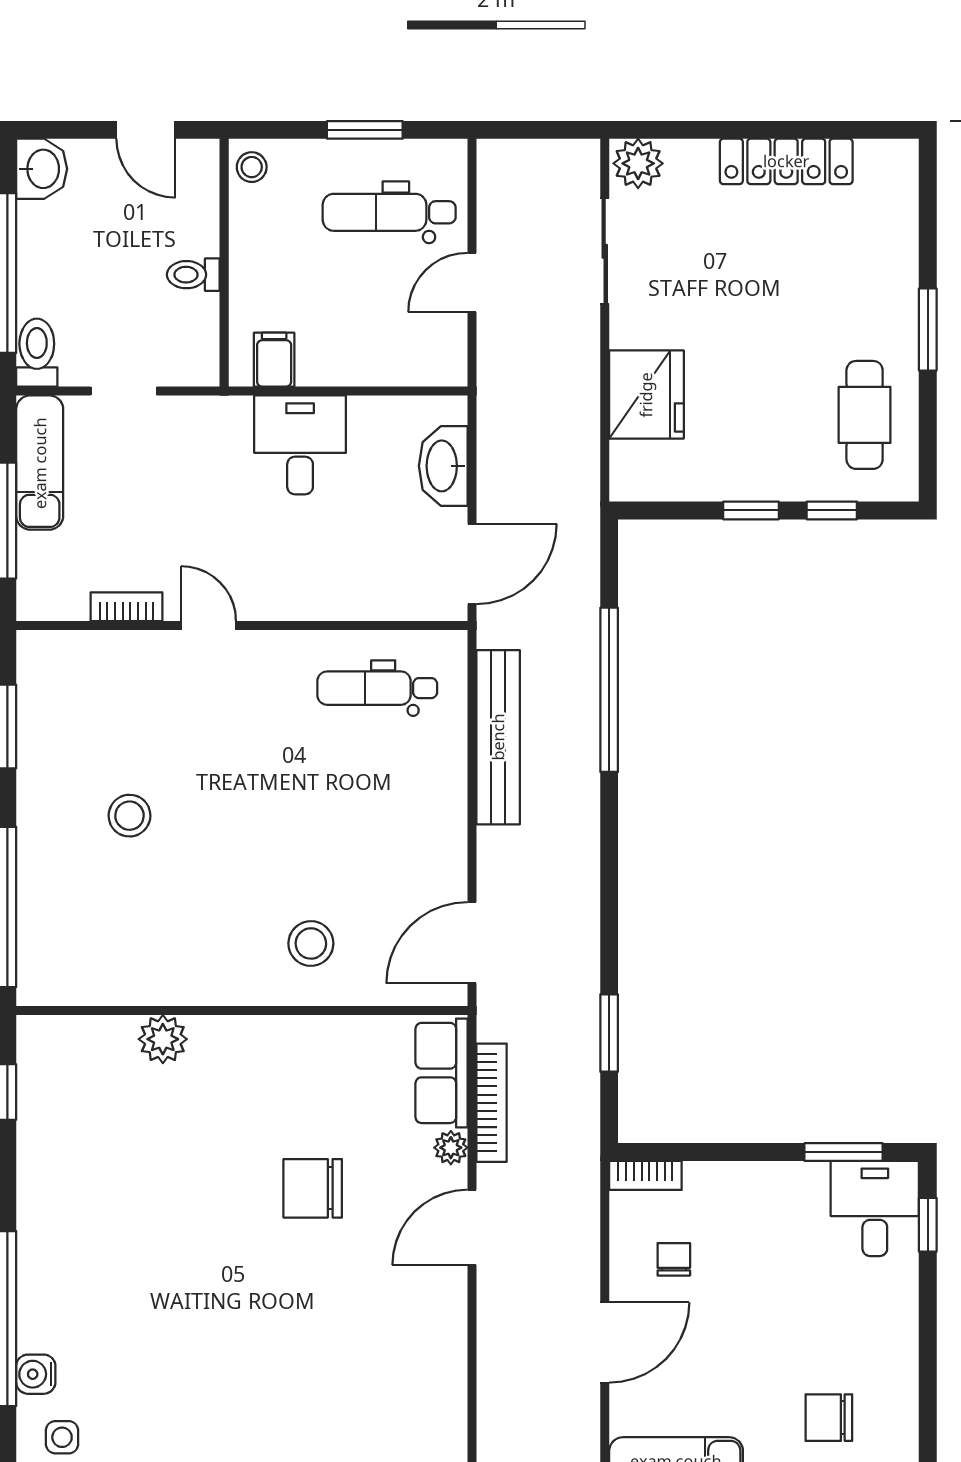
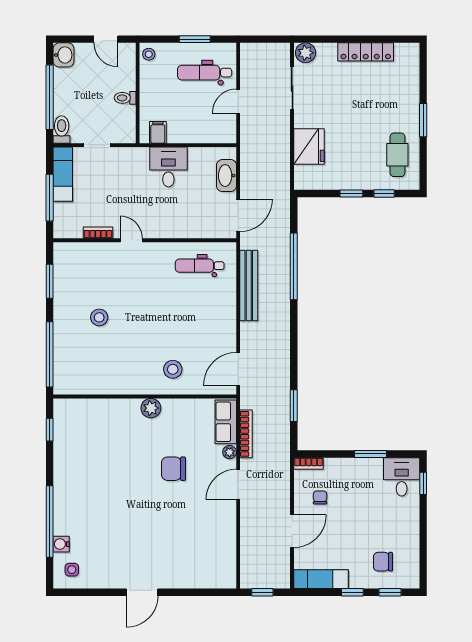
plant: (163, 1039) -> (151, 408), moved
window: (844, 1152) -> (371, 454), moved

